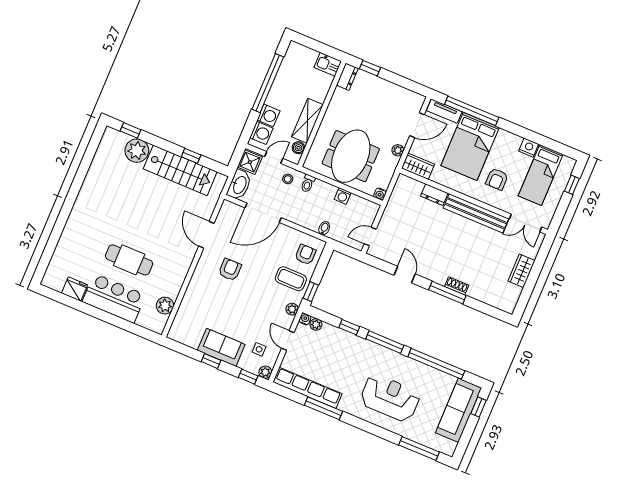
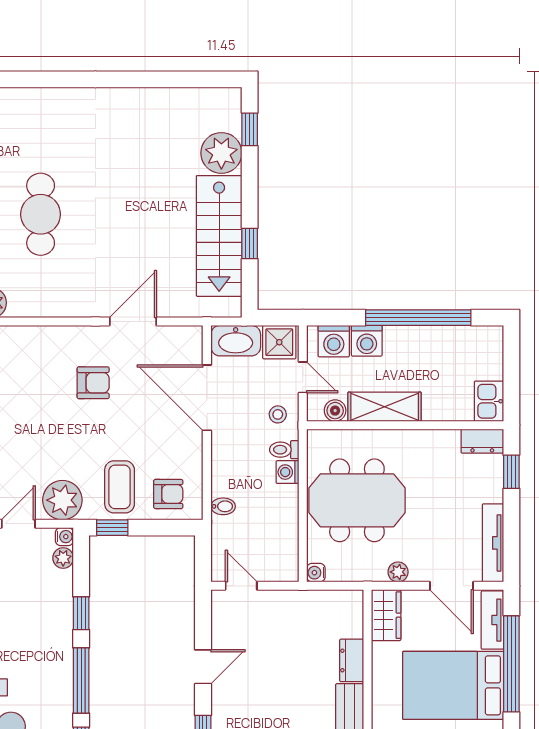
tv unit: (404, 94) -> (493, 543), added
washing machine: (343, 196) -> (287, 472), moved
plant: (292, 309) -> (62, 500), width x1.88, depth x1.88

